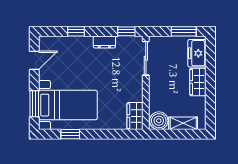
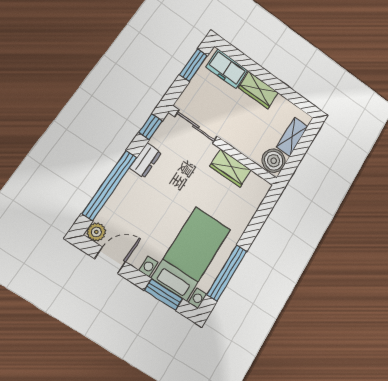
window: (76, 31) -> (110, 185), width x3.17
plant: (45, 42) -> (96, 232), added
door: (34, 60) -> (110, 260), hinge flipped
wardrobe: (135, 116) -> (230, 168), moved
window: (70, 134) -> (227, 273), width x2.17

